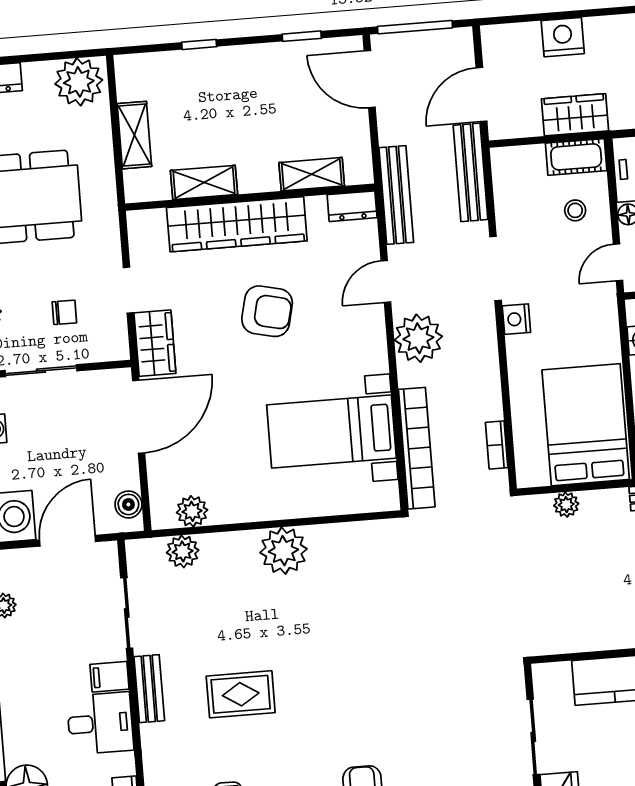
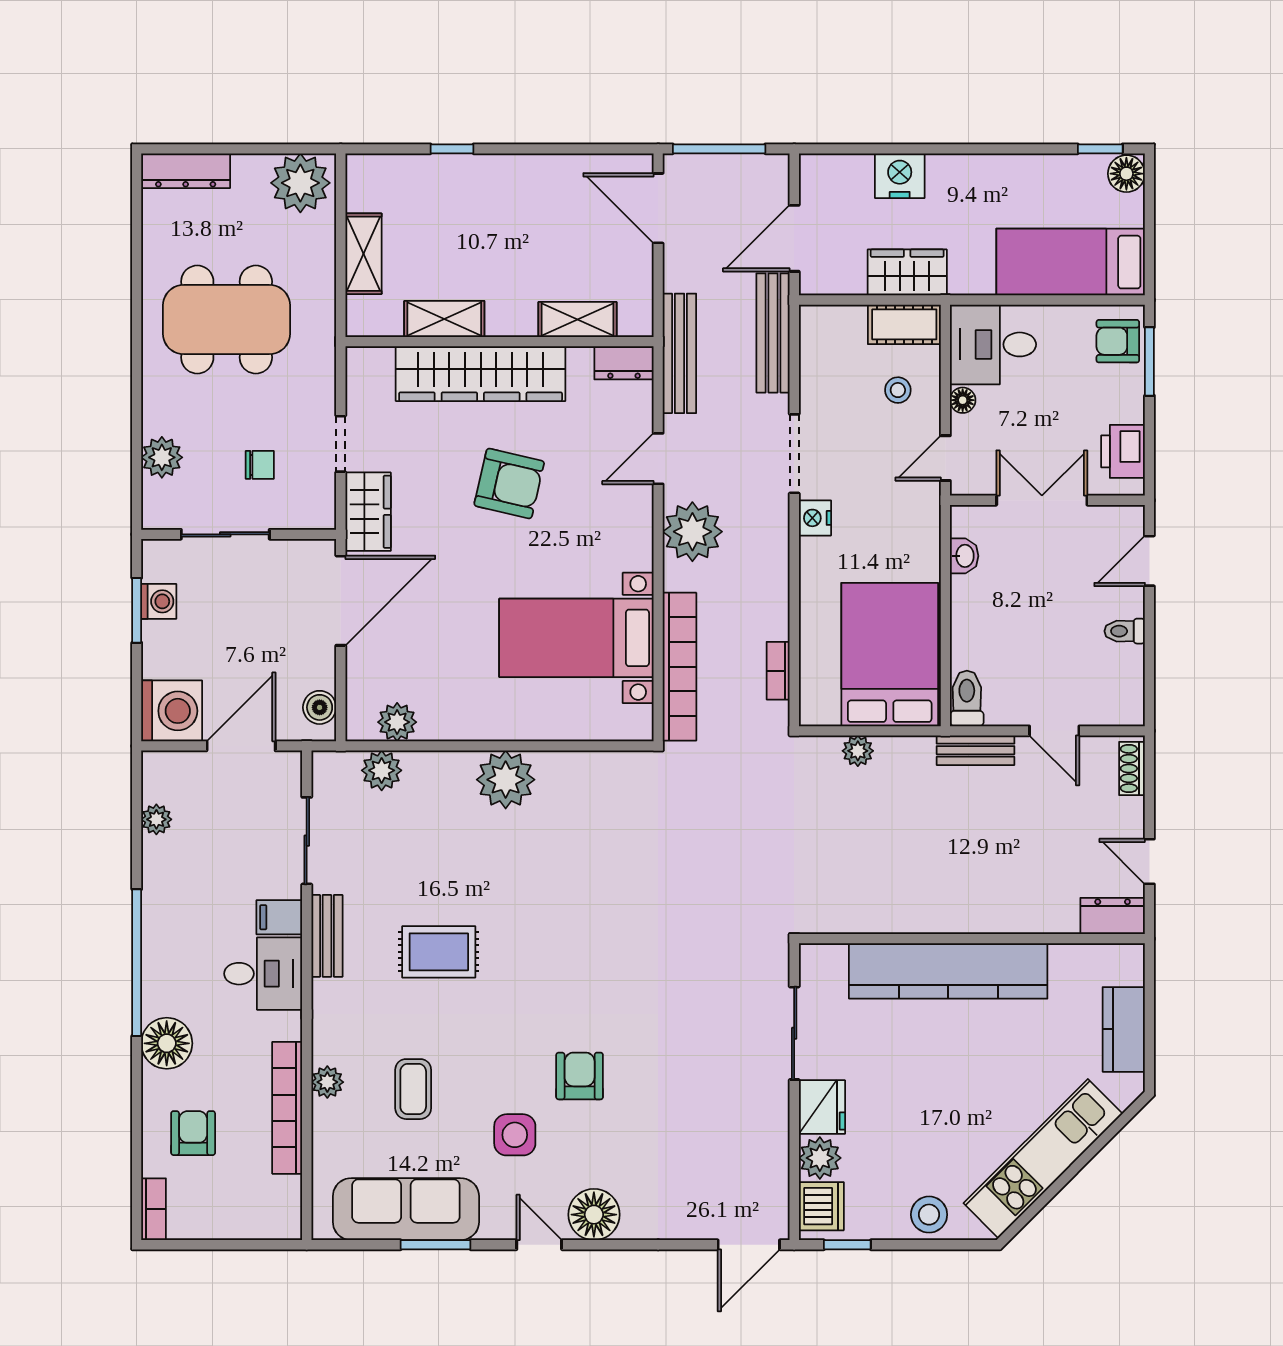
window: (302, 36) -> (579, 149), removed

